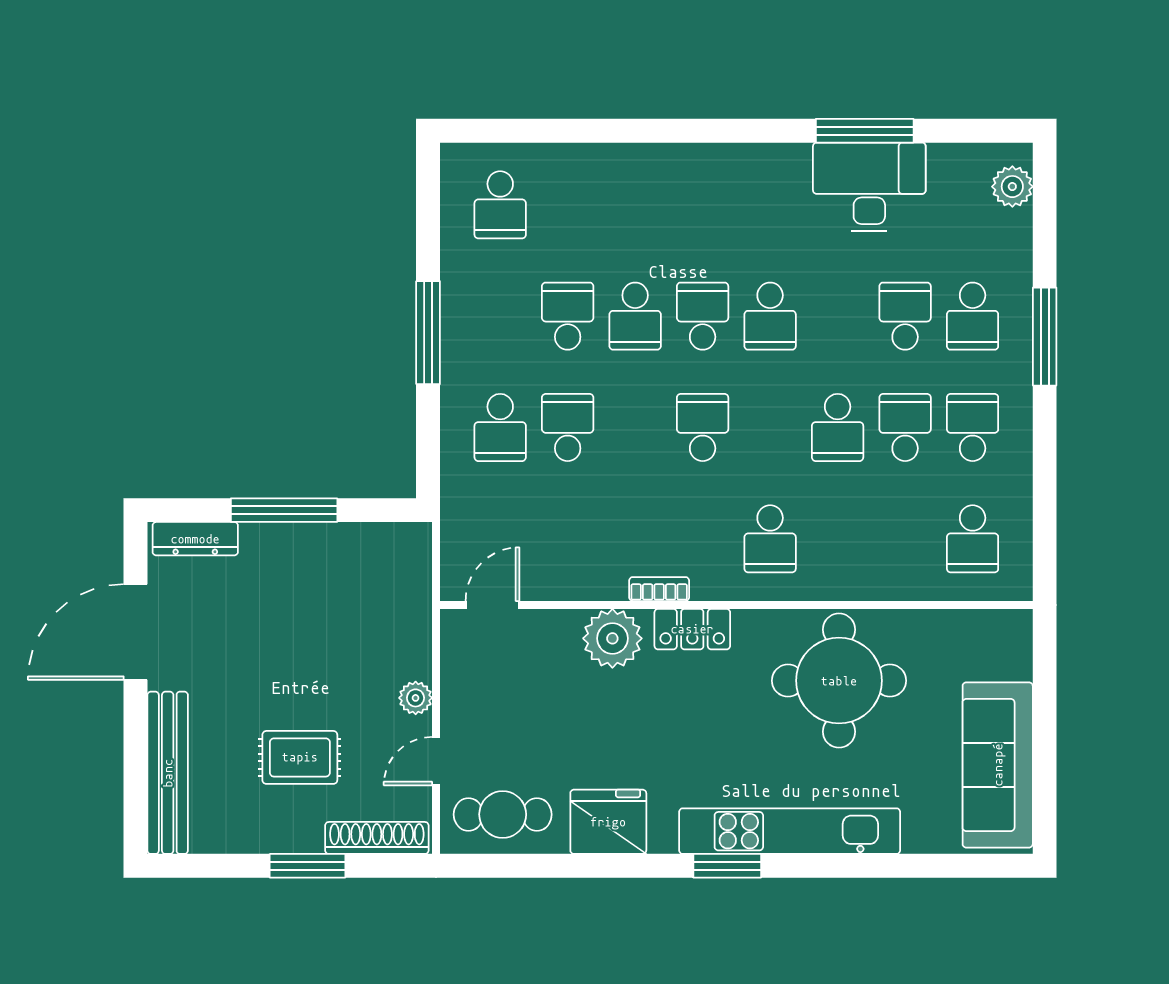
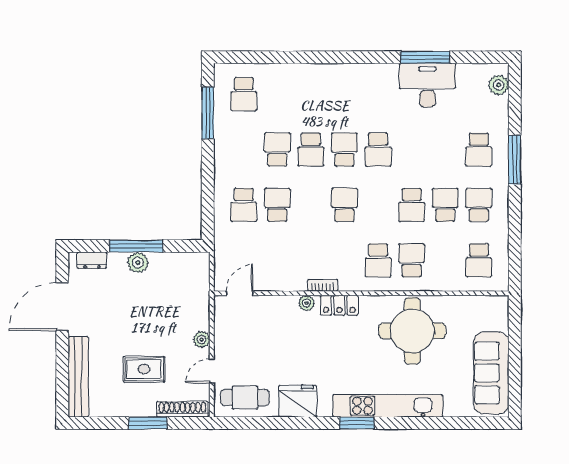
school desk: (905, 316) -> (412, 260), moved
window: (428, 333) -> (208, 113), moved
dresser: (195, 539) -> (92, 260), width x0.70
plant: (287, 543) -> (138, 262), added
plant: (612, 638) -> (306, 303), width x0.53, depth x0.53

